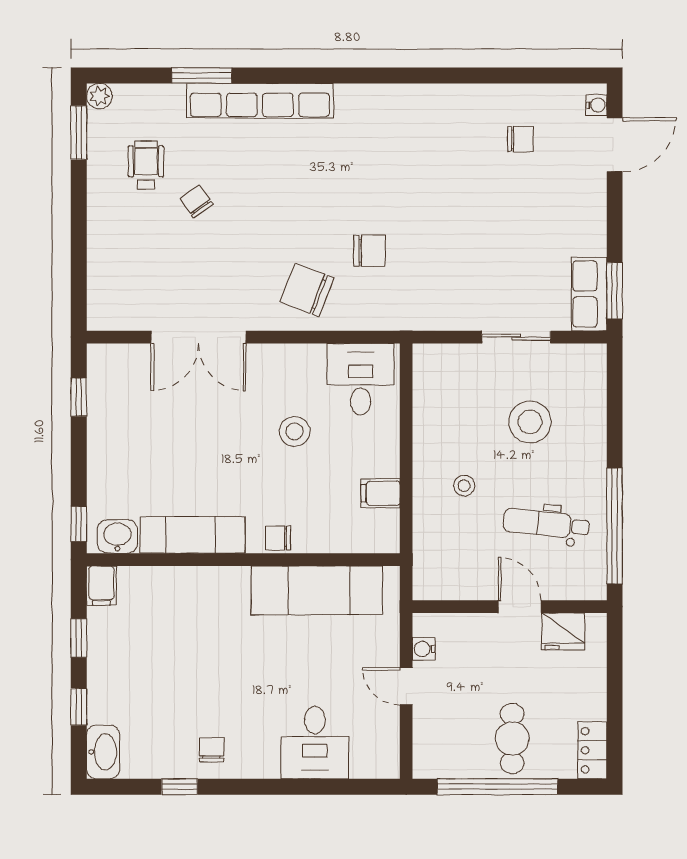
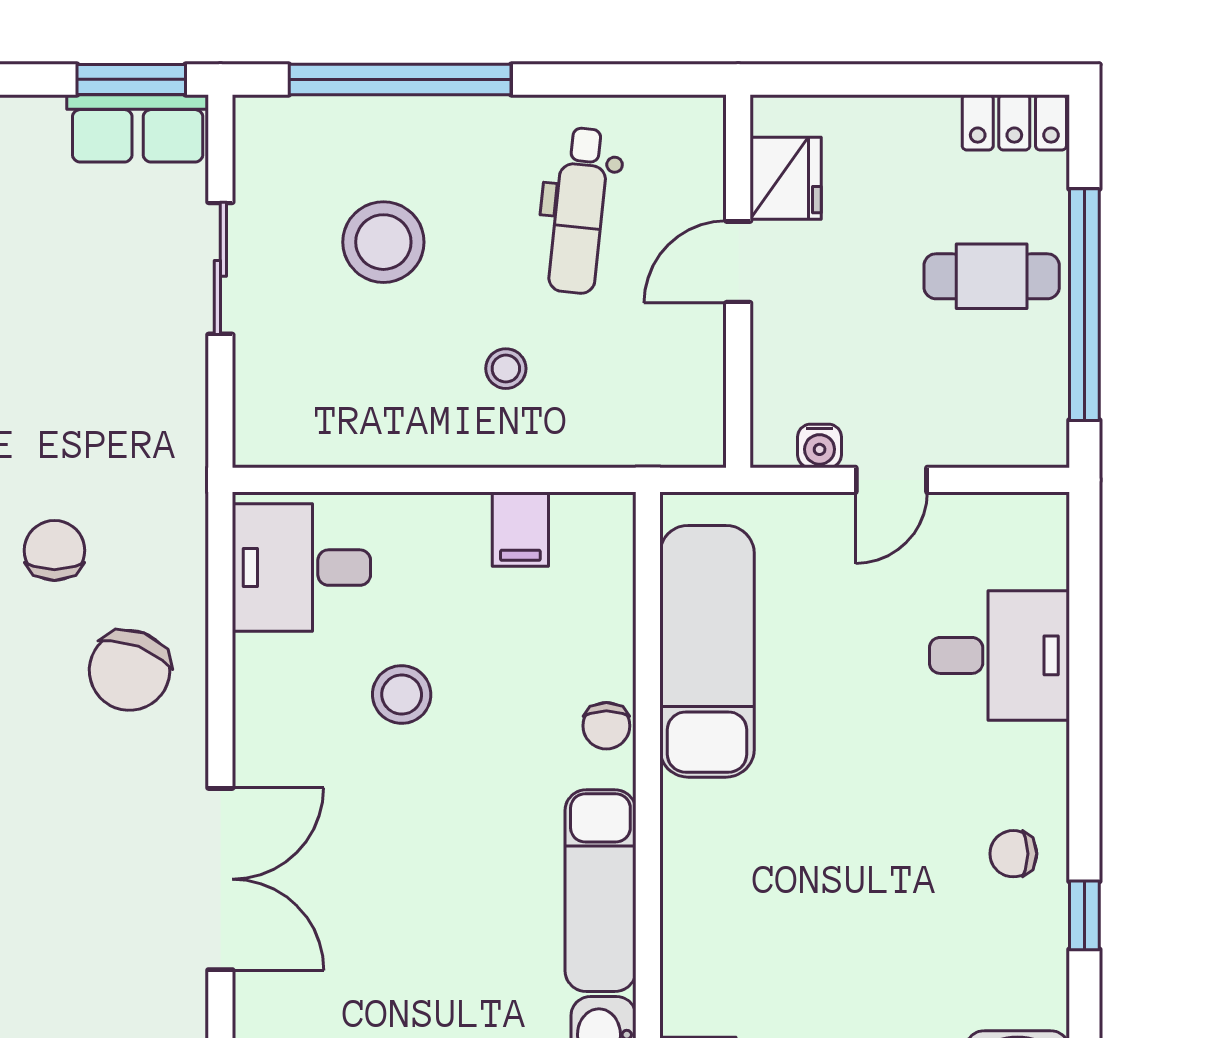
window: (615, 526) -> (400, 79), moved

